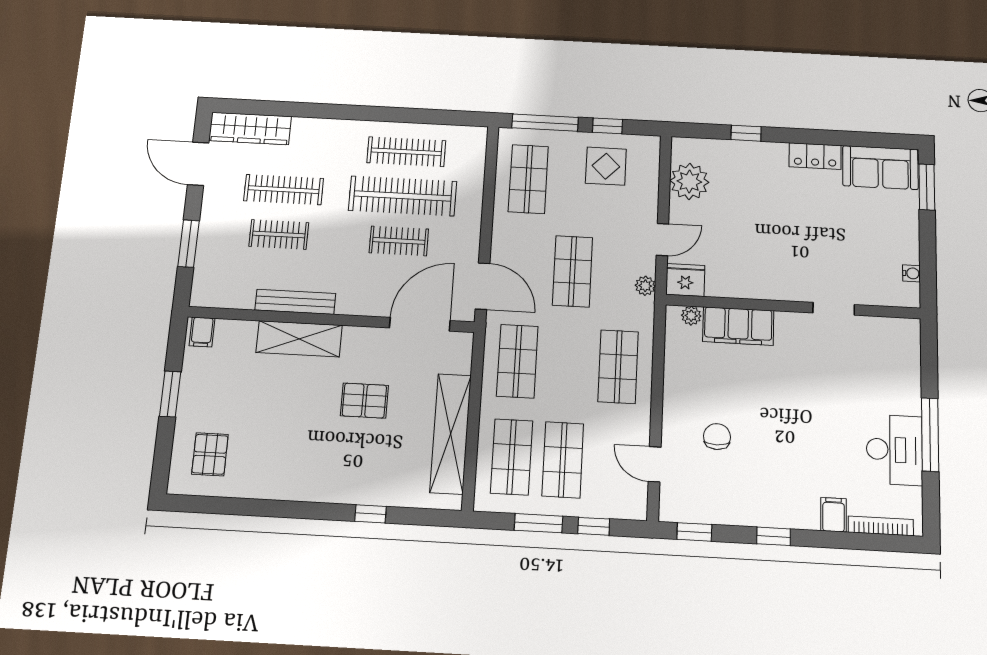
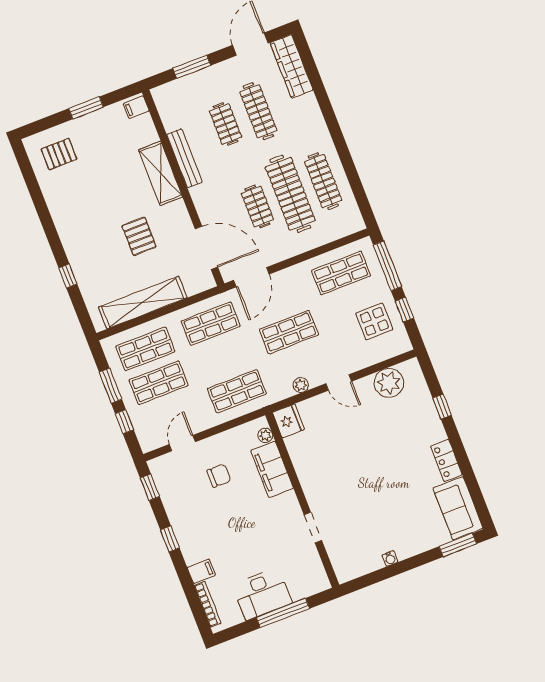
fridge: (685, 280) -> (288, 421), moved
wall: (793, 307) -> (302, 500), moved
doorway: (834, 309) -> (313, 528), moved
plant: (691, 316) -> (265, 435), moved
filing cabinet: (738, 326) -> (272, 469), moved

